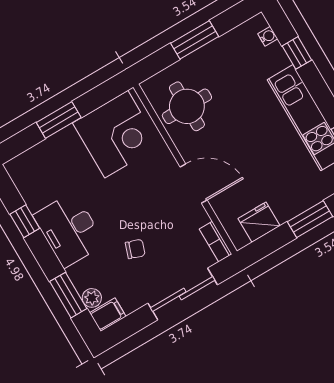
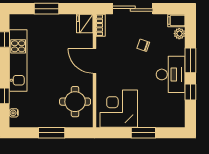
fridge: (259, 222) -> (85, 23), moved, turned 90
window: (68, 295) -> (190, 60), moved

